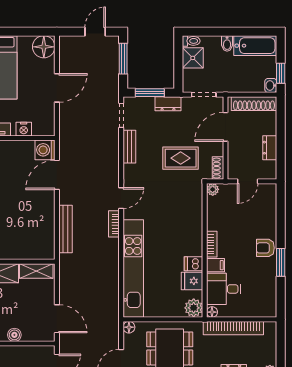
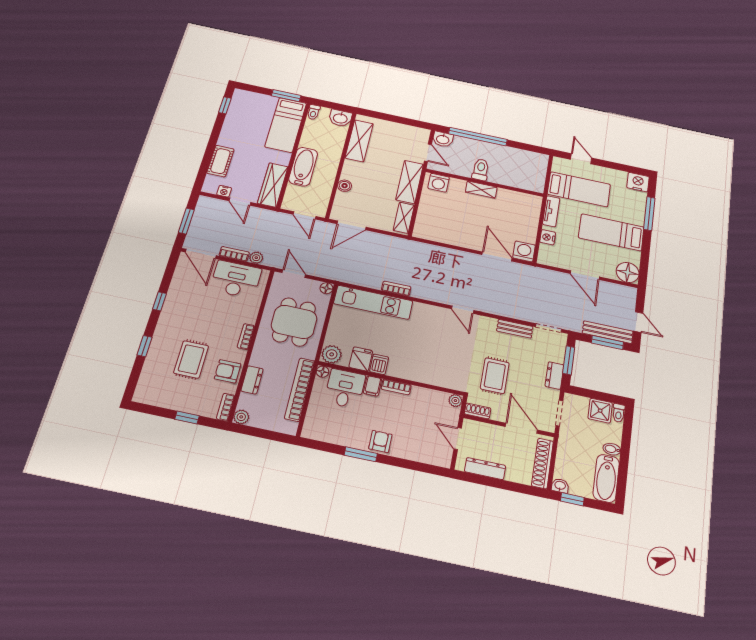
dresser: (270, 148) -> (485, 469), width x1.44
bookcase: (114, 224) -> (396, 288), moved
bench: (65, 229) -> (608, 332), moved
kitchen unit: (133, 269) -> (373, 302), width x0.73

